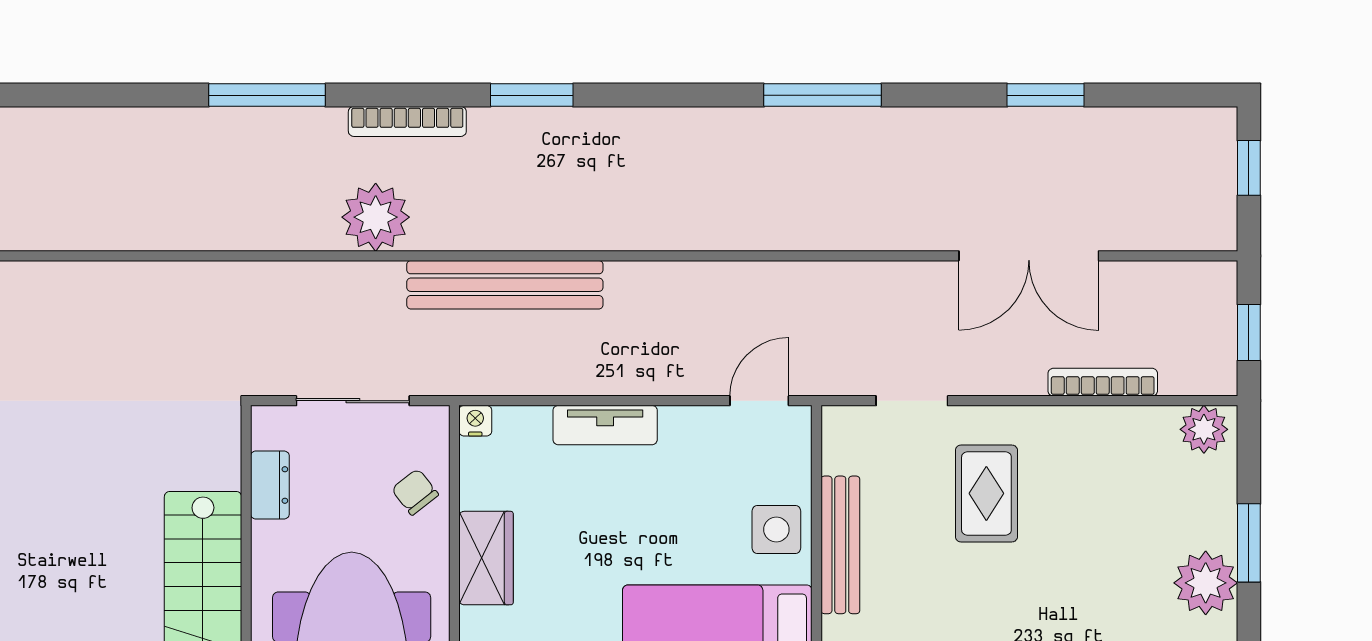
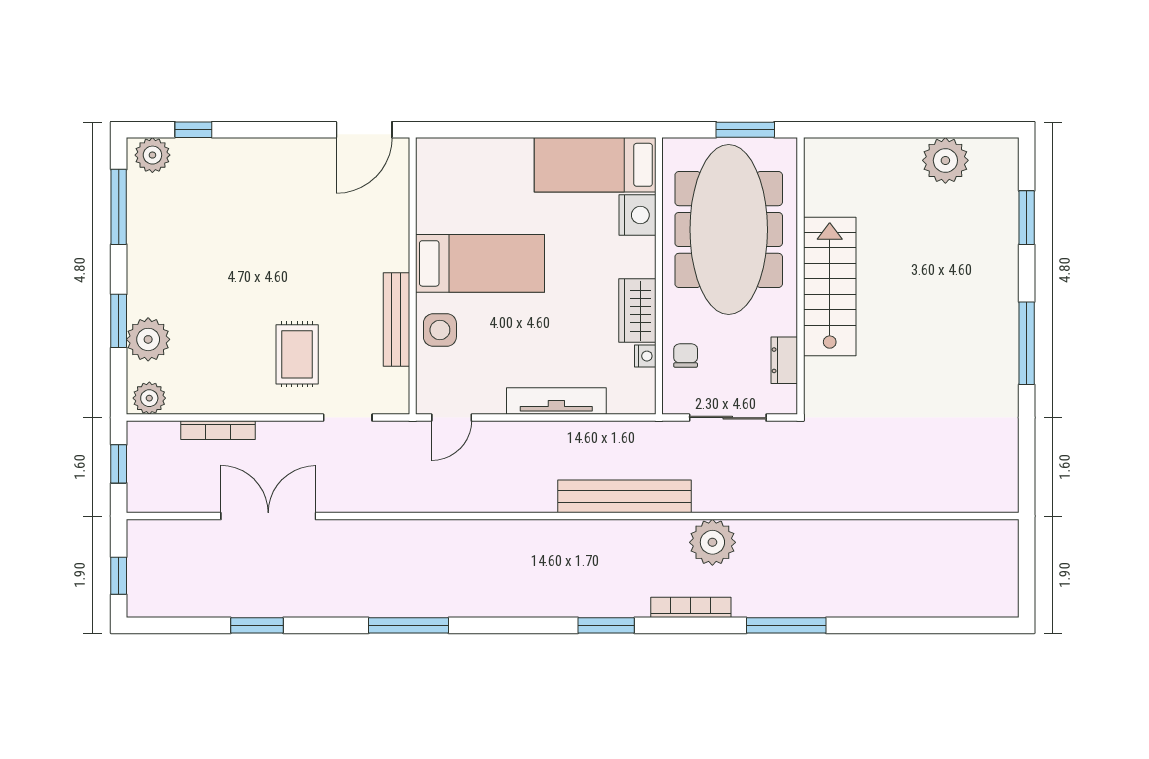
nightstand: (475, 421) -> (645, 356), moved, turned -90
tv unit: (605, 425) -> (556, 401), width x1.41
chair: (415, 492) -> (686, 356), turned -142
plant: (1206, 583) -> (148, 339), moved

